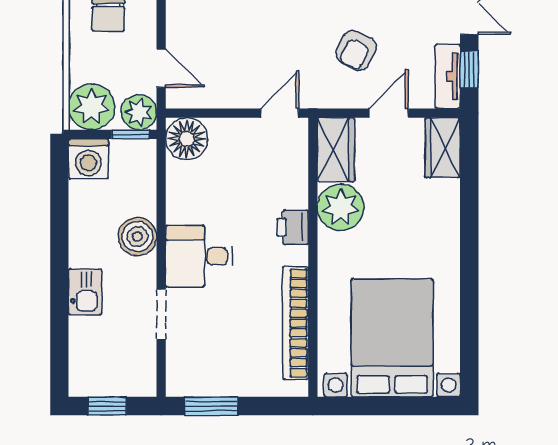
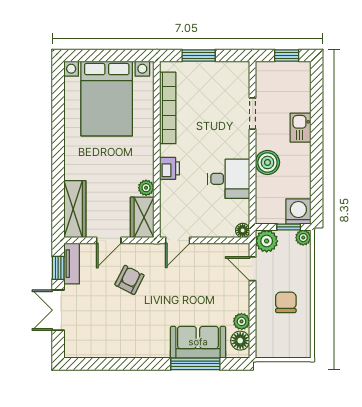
plant: (91, 107) -> (303, 238), width x0.53, depth x0.53
window: (130, 134) -> (289, 227), moved
floor lamp: (187, 139) -> (243, 230), width x0.53, depth x0.53
wardrobe: (443, 148) -> (75, 209), width x1.50
plant: (341, 207) -> (146, 188), width x0.53, depth x0.53
desk: (199, 256) -> (229, 179), moved
window: (211, 406) -> (199, 56), moved

